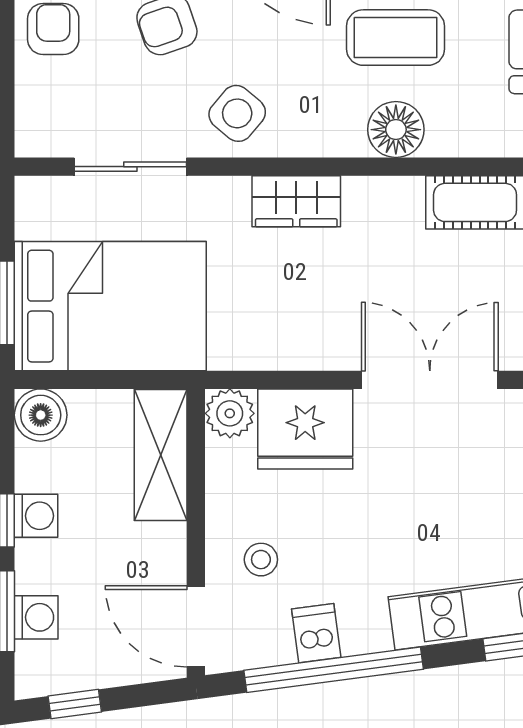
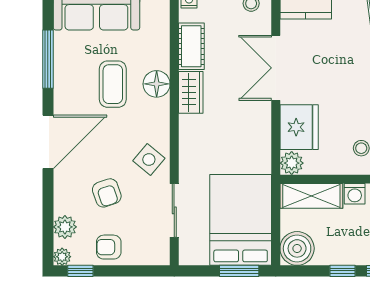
wardrobe: (296, 201) -> (191, 92), moved
boiler: (41, 415) -> (297, 248), width x1.37, depth x1.37
washing machine: (36, 516) -> (355, 194), moved, turned 180

